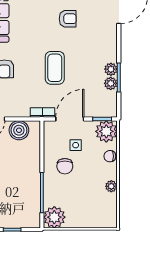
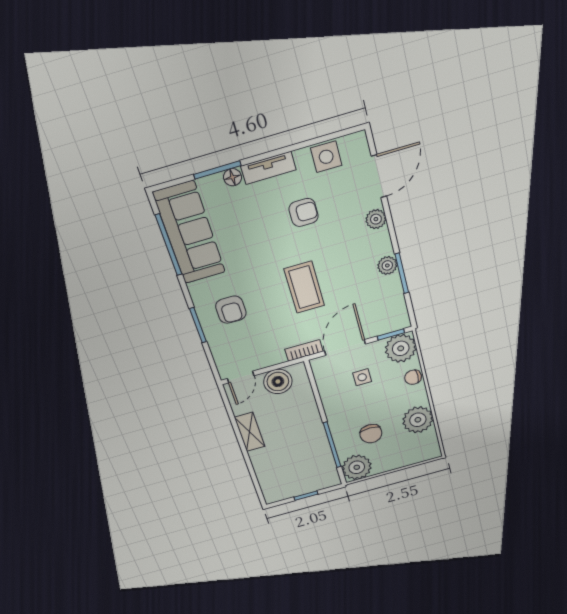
plant: (111, 83) -> (376, 219), moved
chair: (65, 166) -> (371, 434), moved
plant: (111, 186) -> (418, 420), width x1.88, depth x1.88

